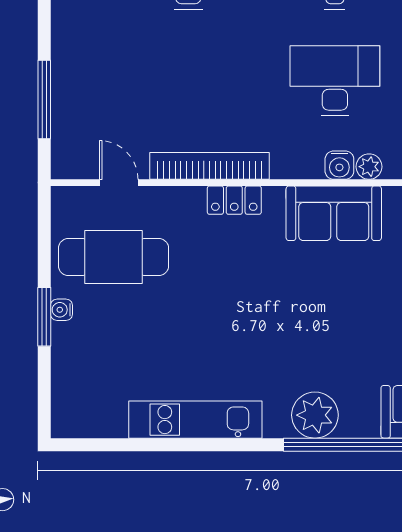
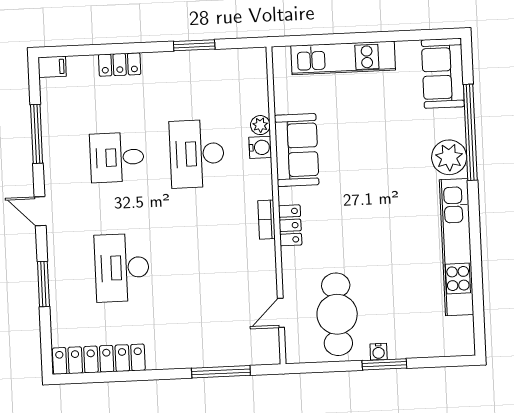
bookcase: (210, 166) -> (266, 220), width x0.43, depth x0.76
kitchen unit: (195, 420) -> (457, 247), width x1.36

